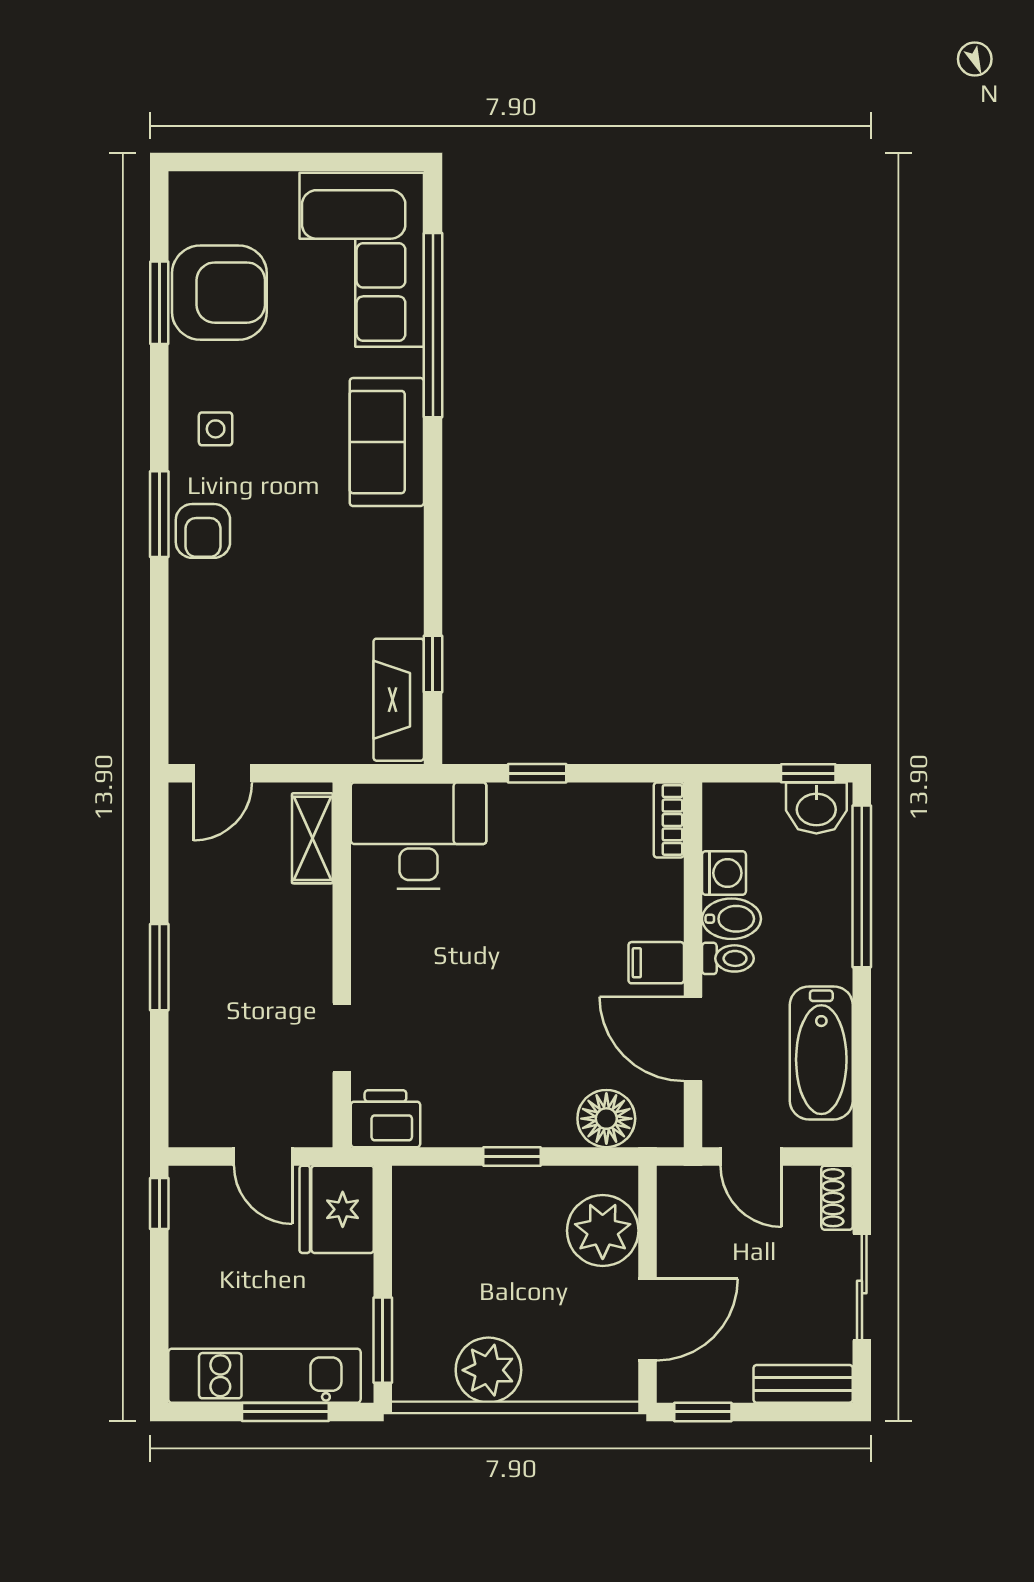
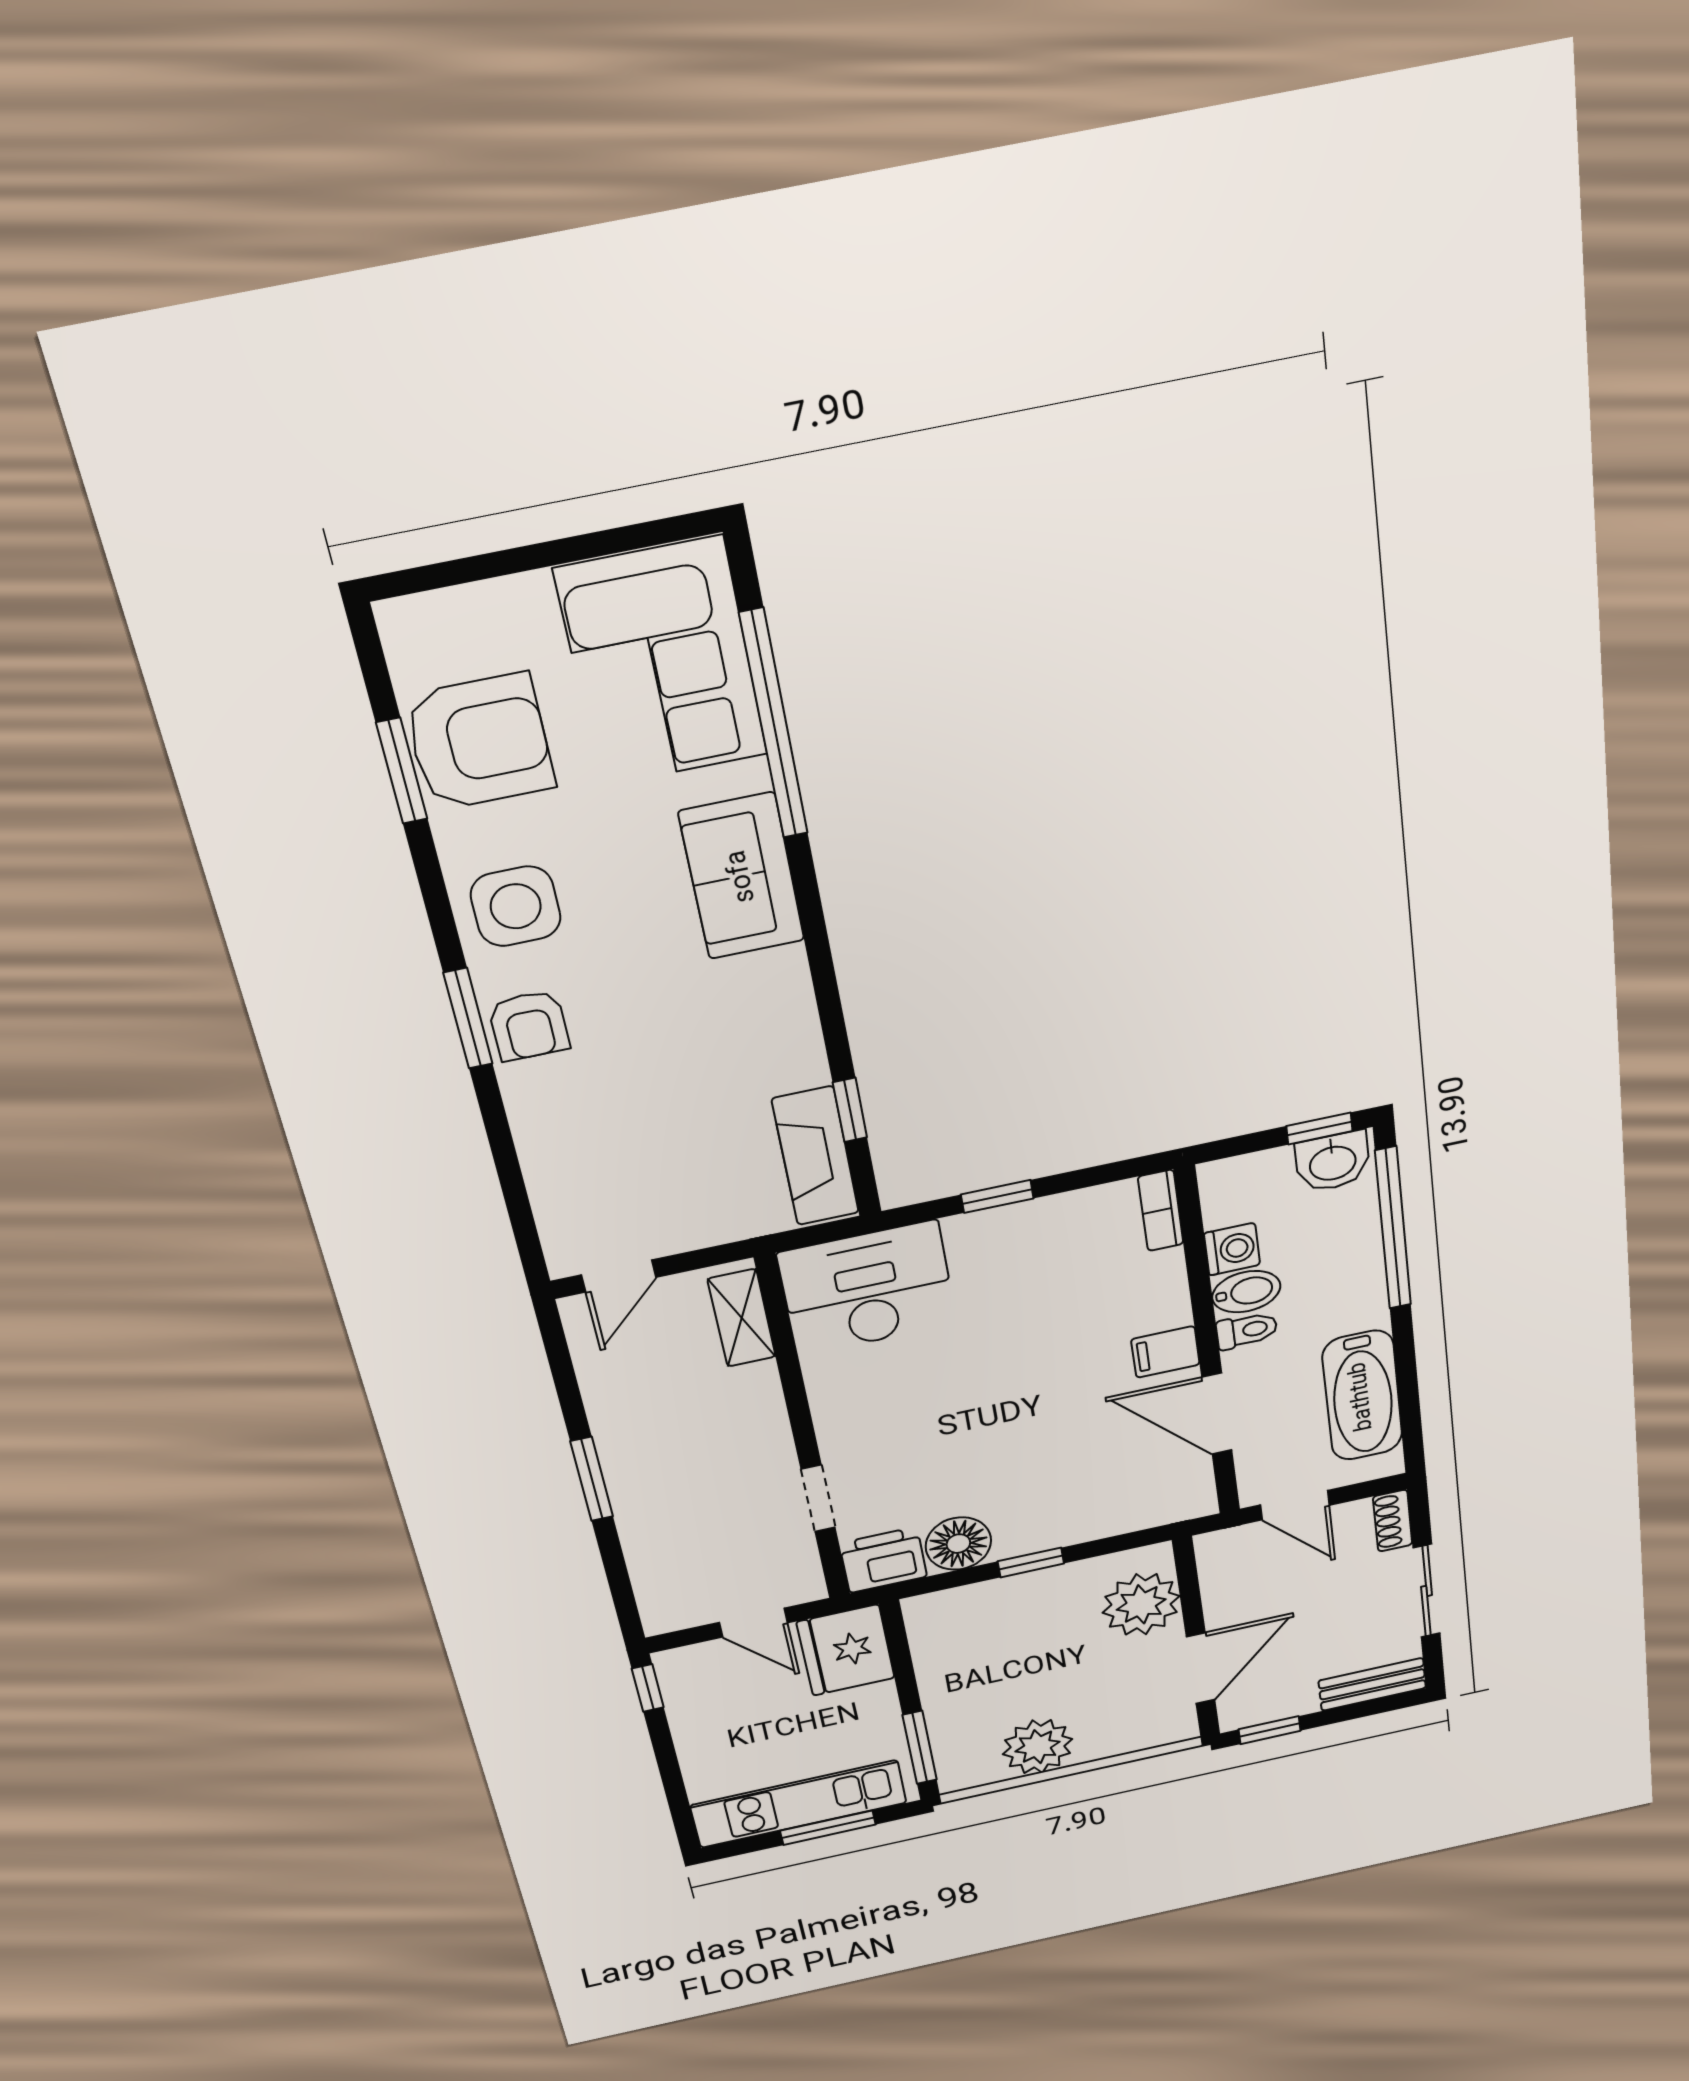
side table: (216, 429) -> (516, 906), width x1.87, depth x1.87
floor lamp: (606, 1119) -> (958, 1544), moved

